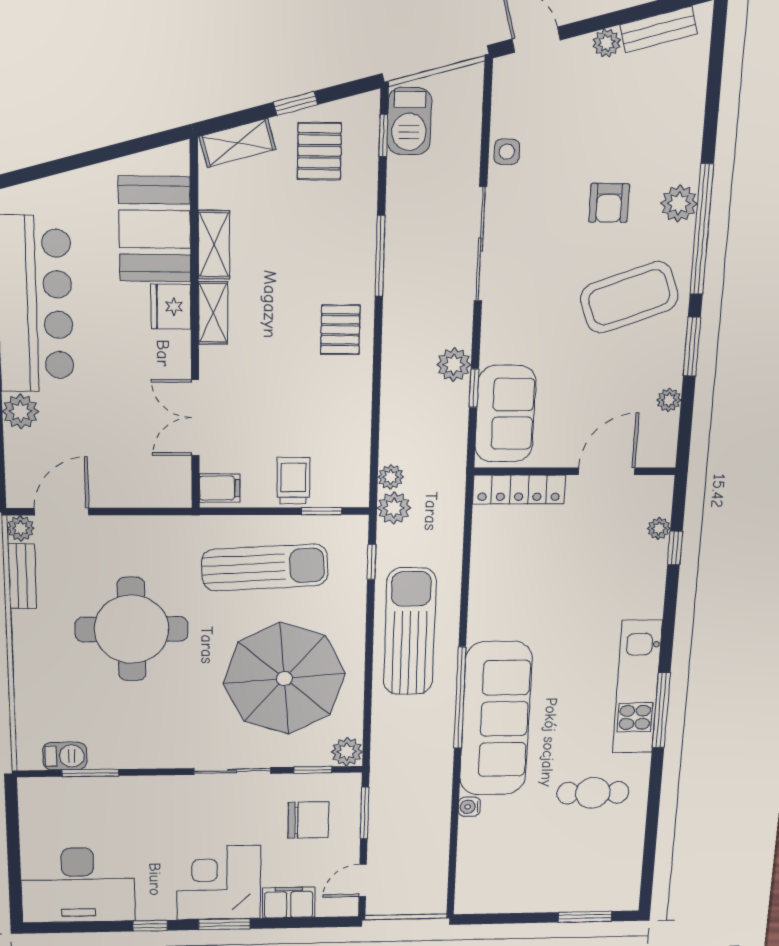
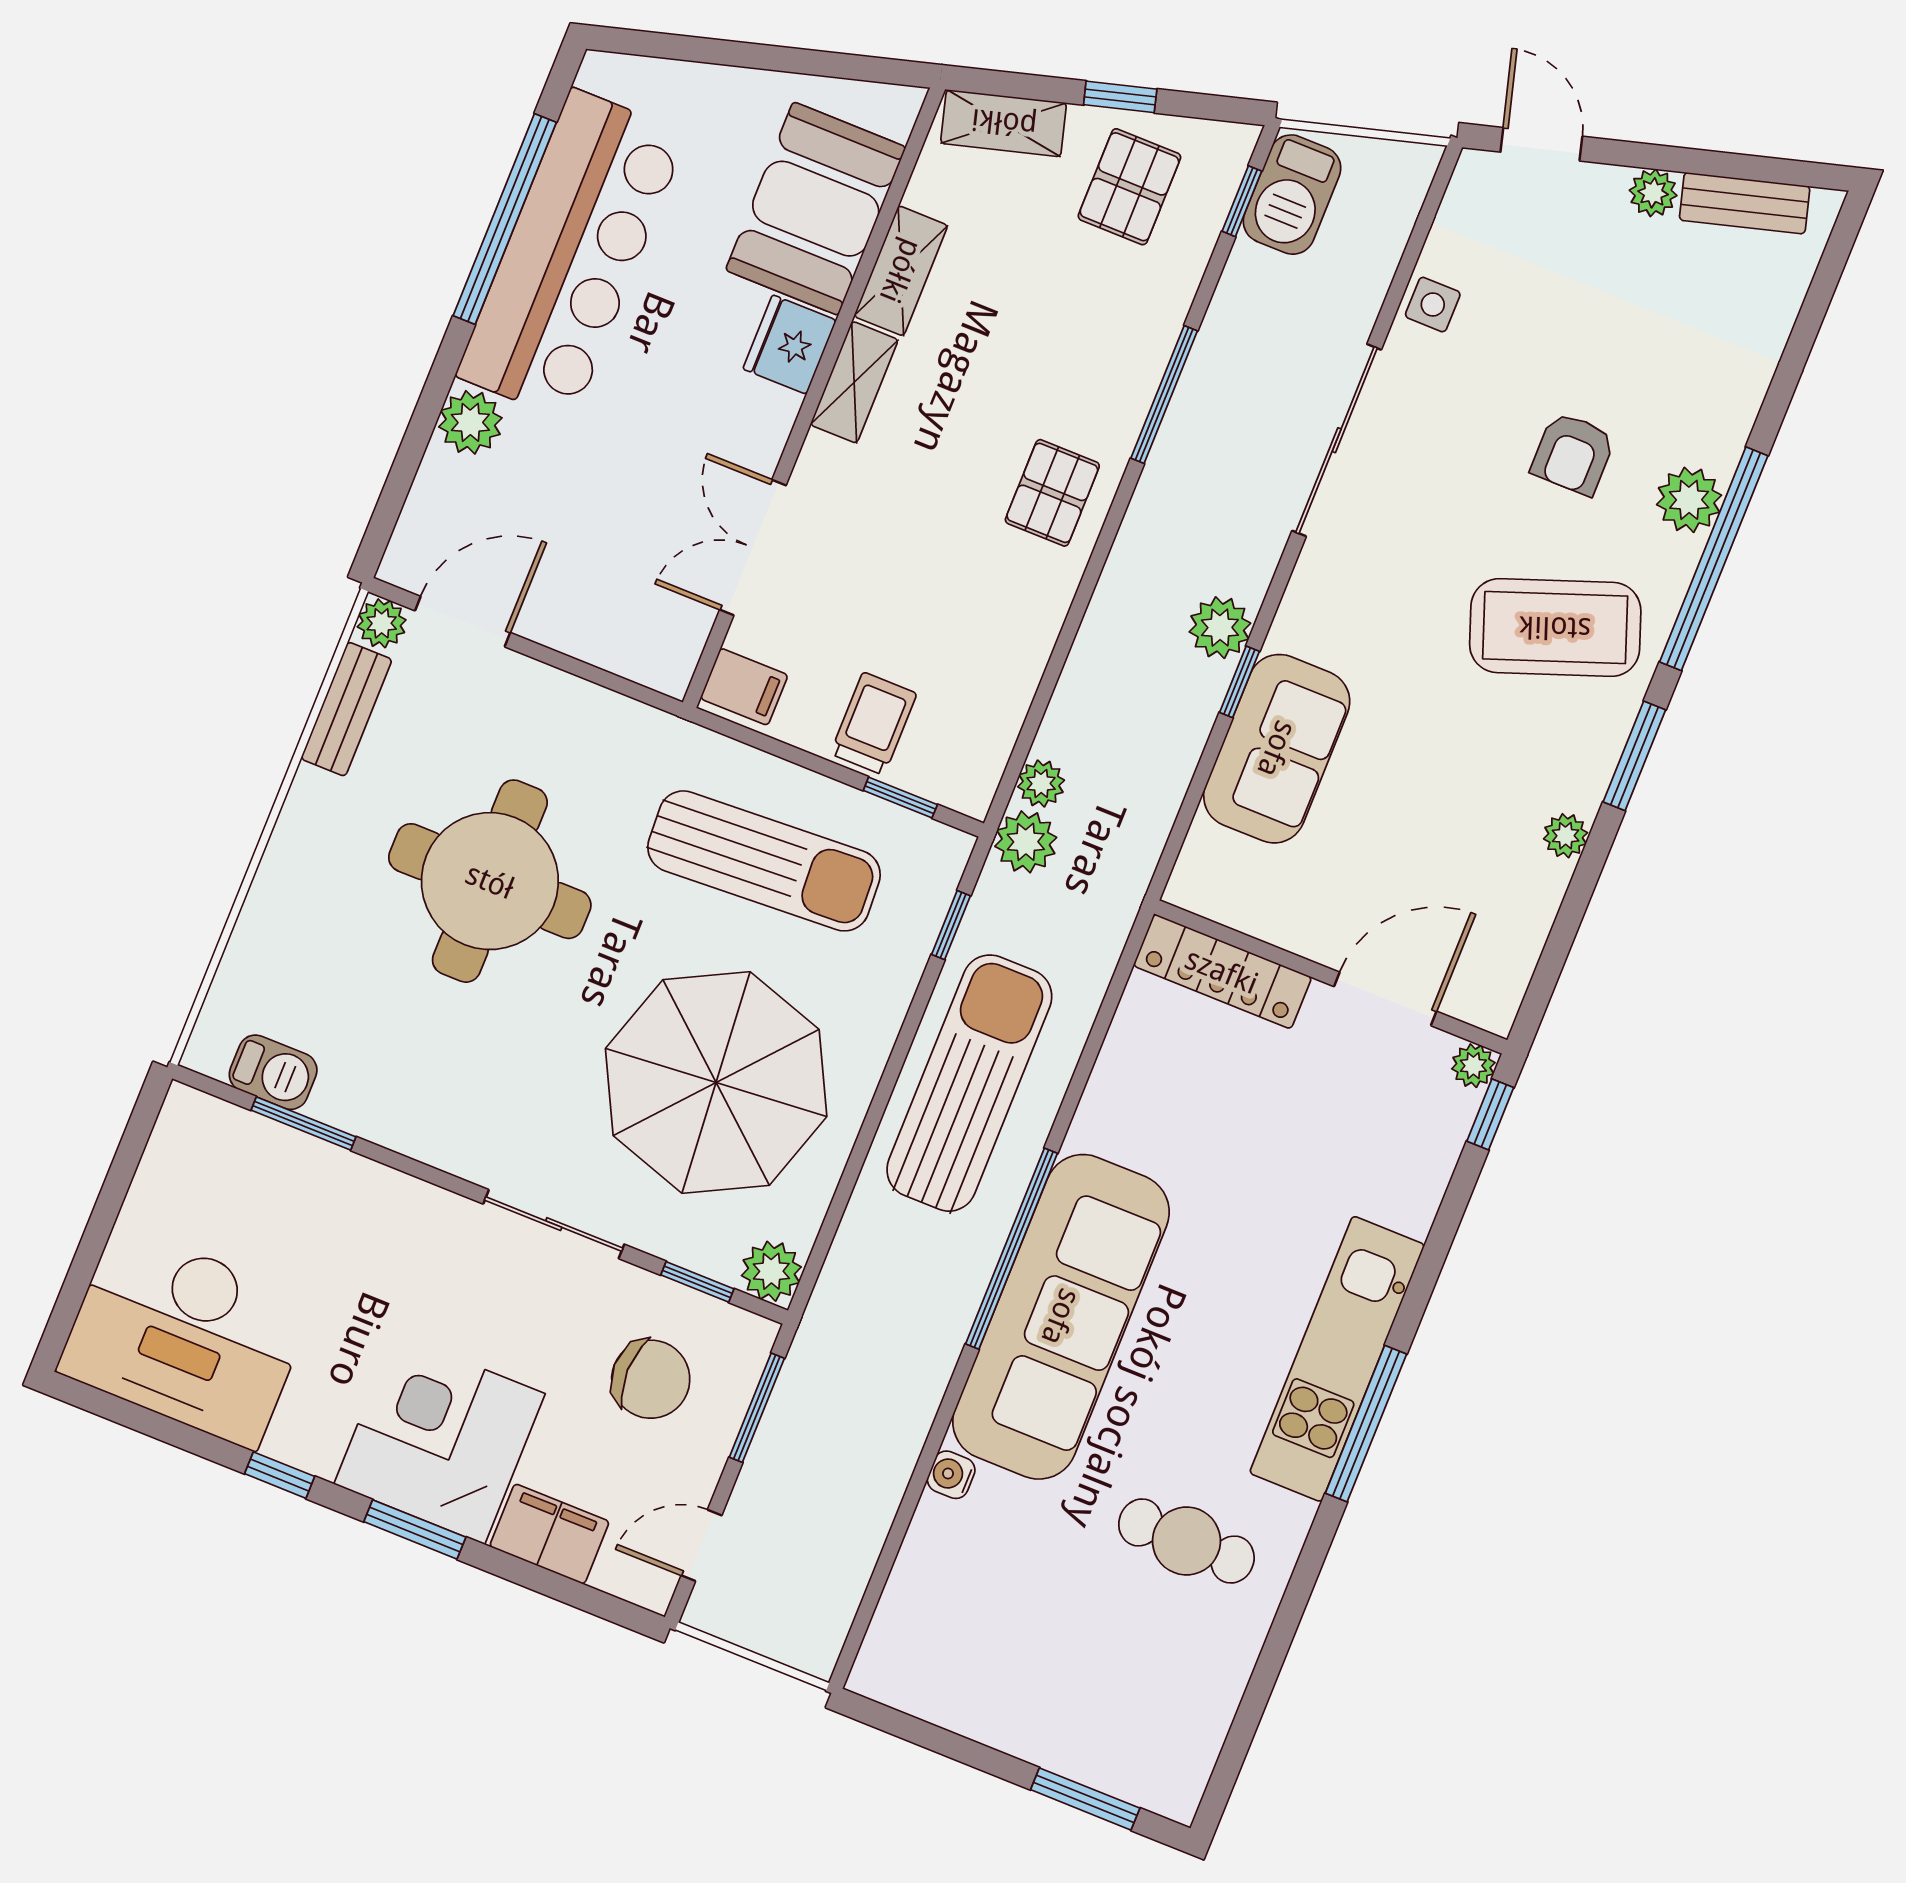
wall: (575, 471) -> (1331, 977), moved
door: (607, 471) -> (1385, 999), moved
locker: (519, 489) -> (1222, 971), moved

